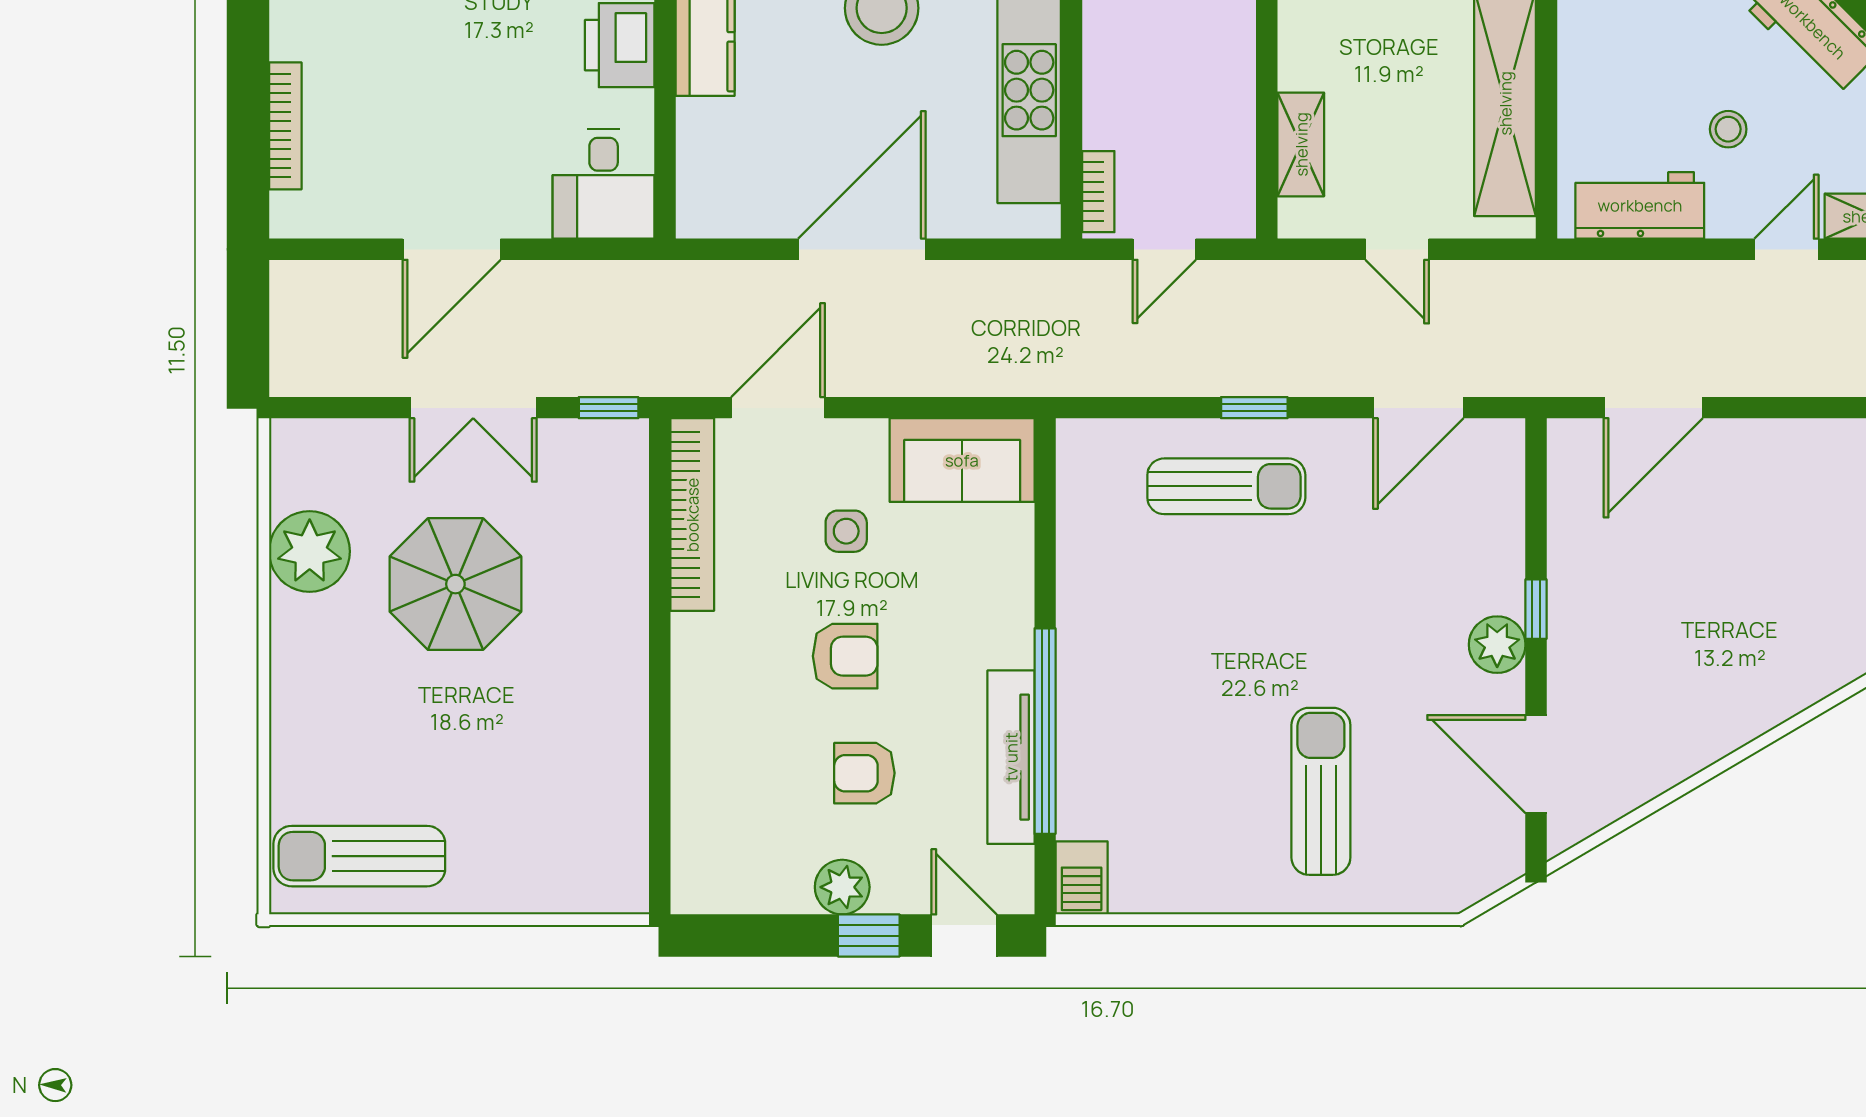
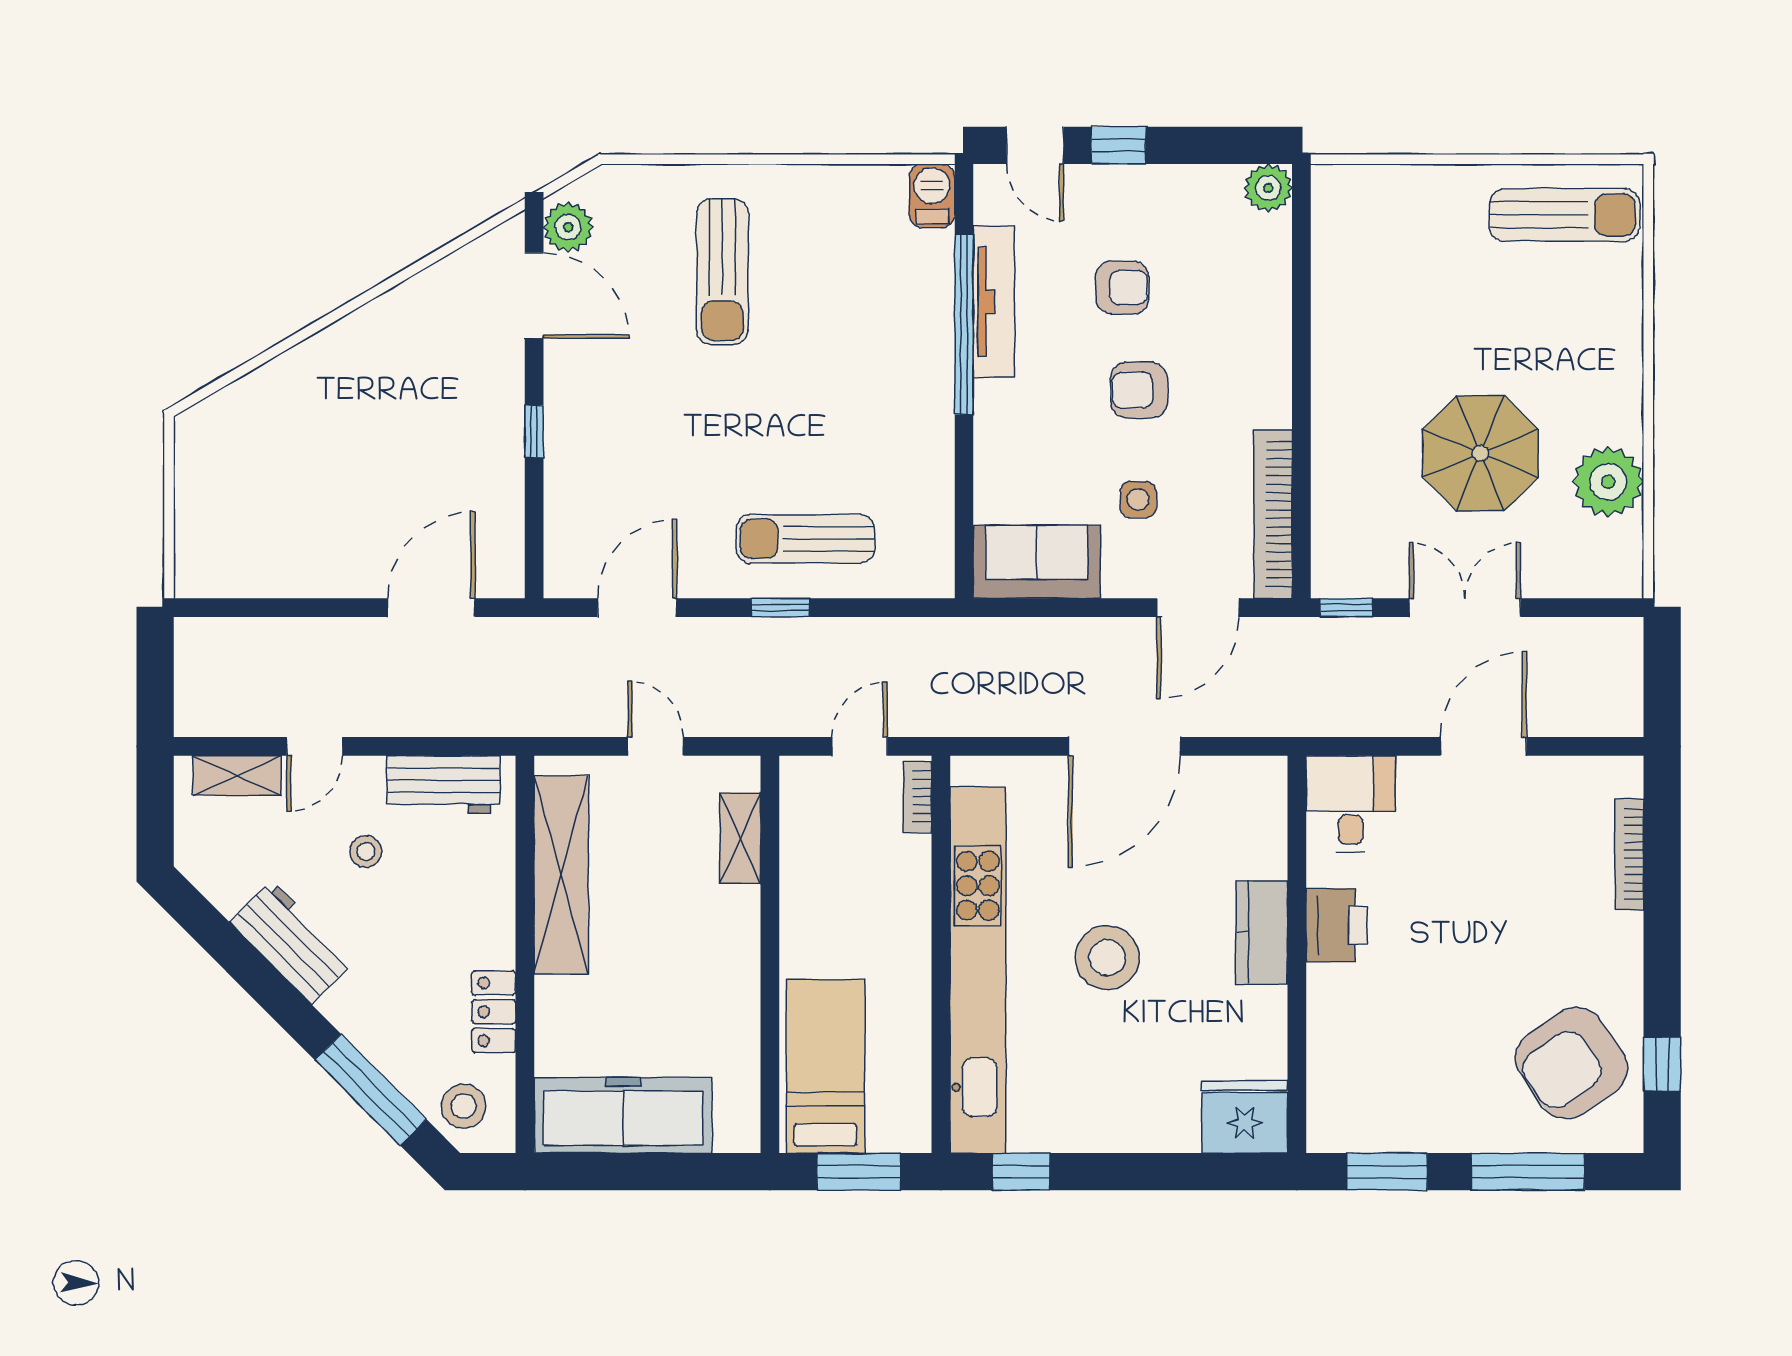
plant: (1497, 645) -> (568, 227), moved
plant: (842, 887) -> (1268, 188), moved

